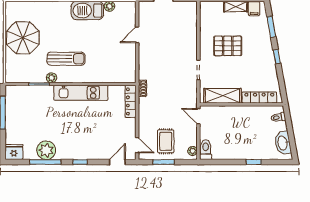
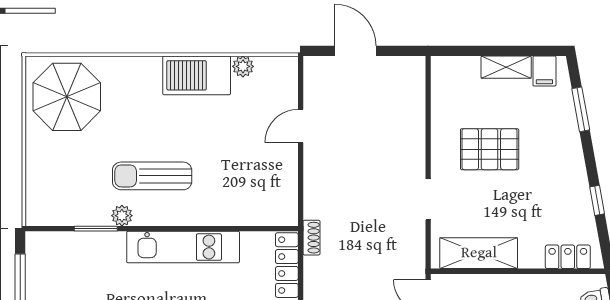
parasol: (23, 38) -> (67, 97), moved
window: (277, 57) -> (597, 200), moved
sun lounger: (66, 59) -> (152, 176), turned 180
locker: (259, 98) -> (568, 257), width x0.66

